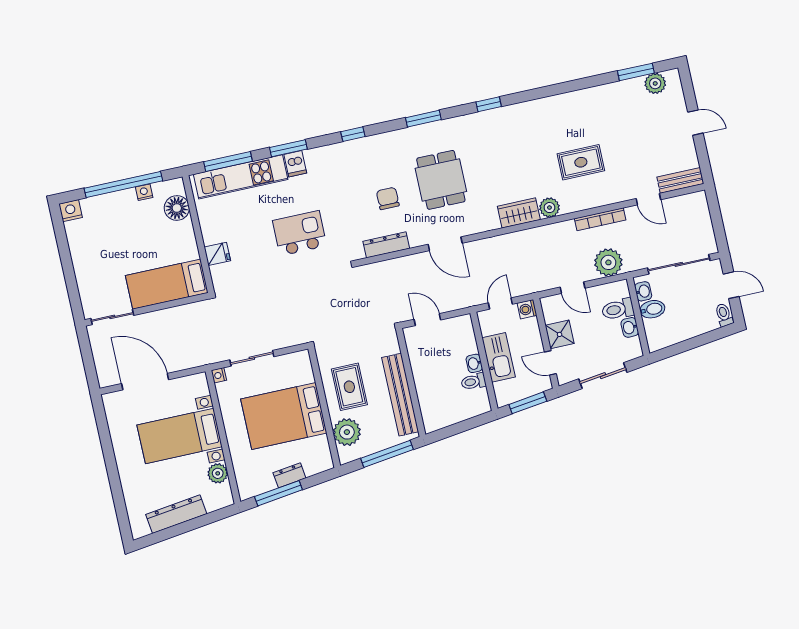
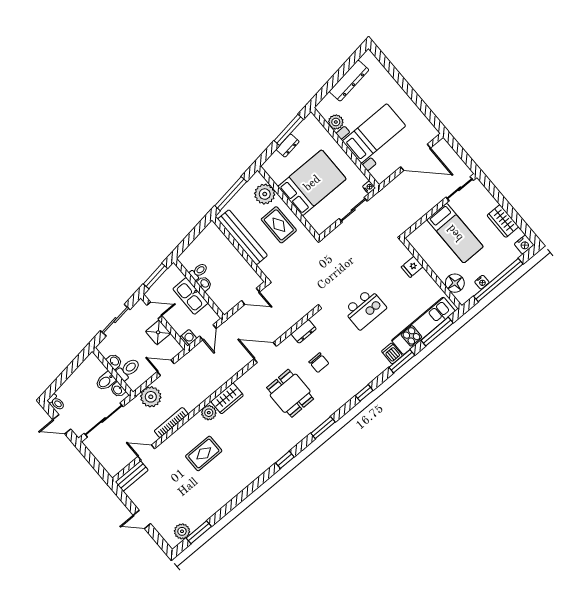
dresser: (386, 245) -> (304, 331), width x0.70
wardrobe: (81, 252) -> (503, 221), added
bed: (167, 284) -> (455, 233), moved, turned 90

